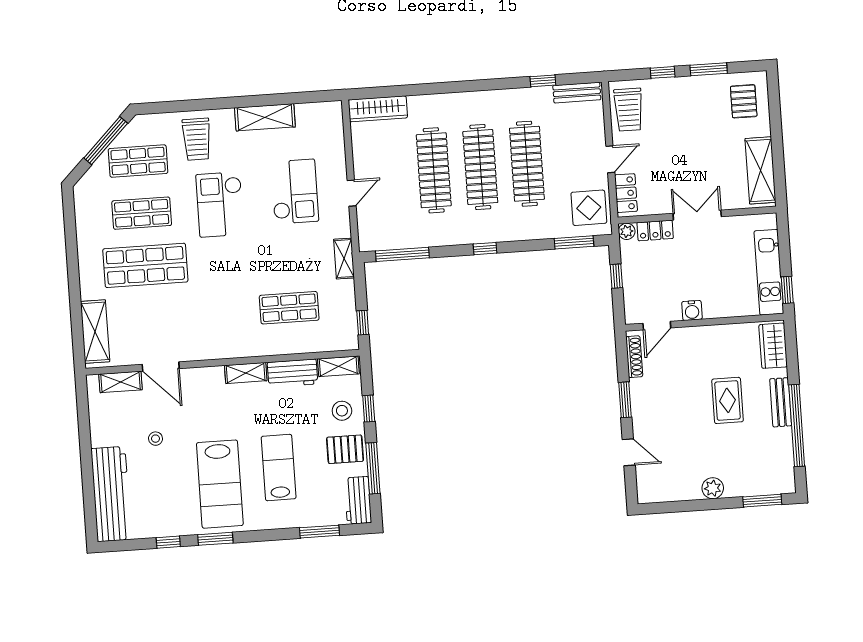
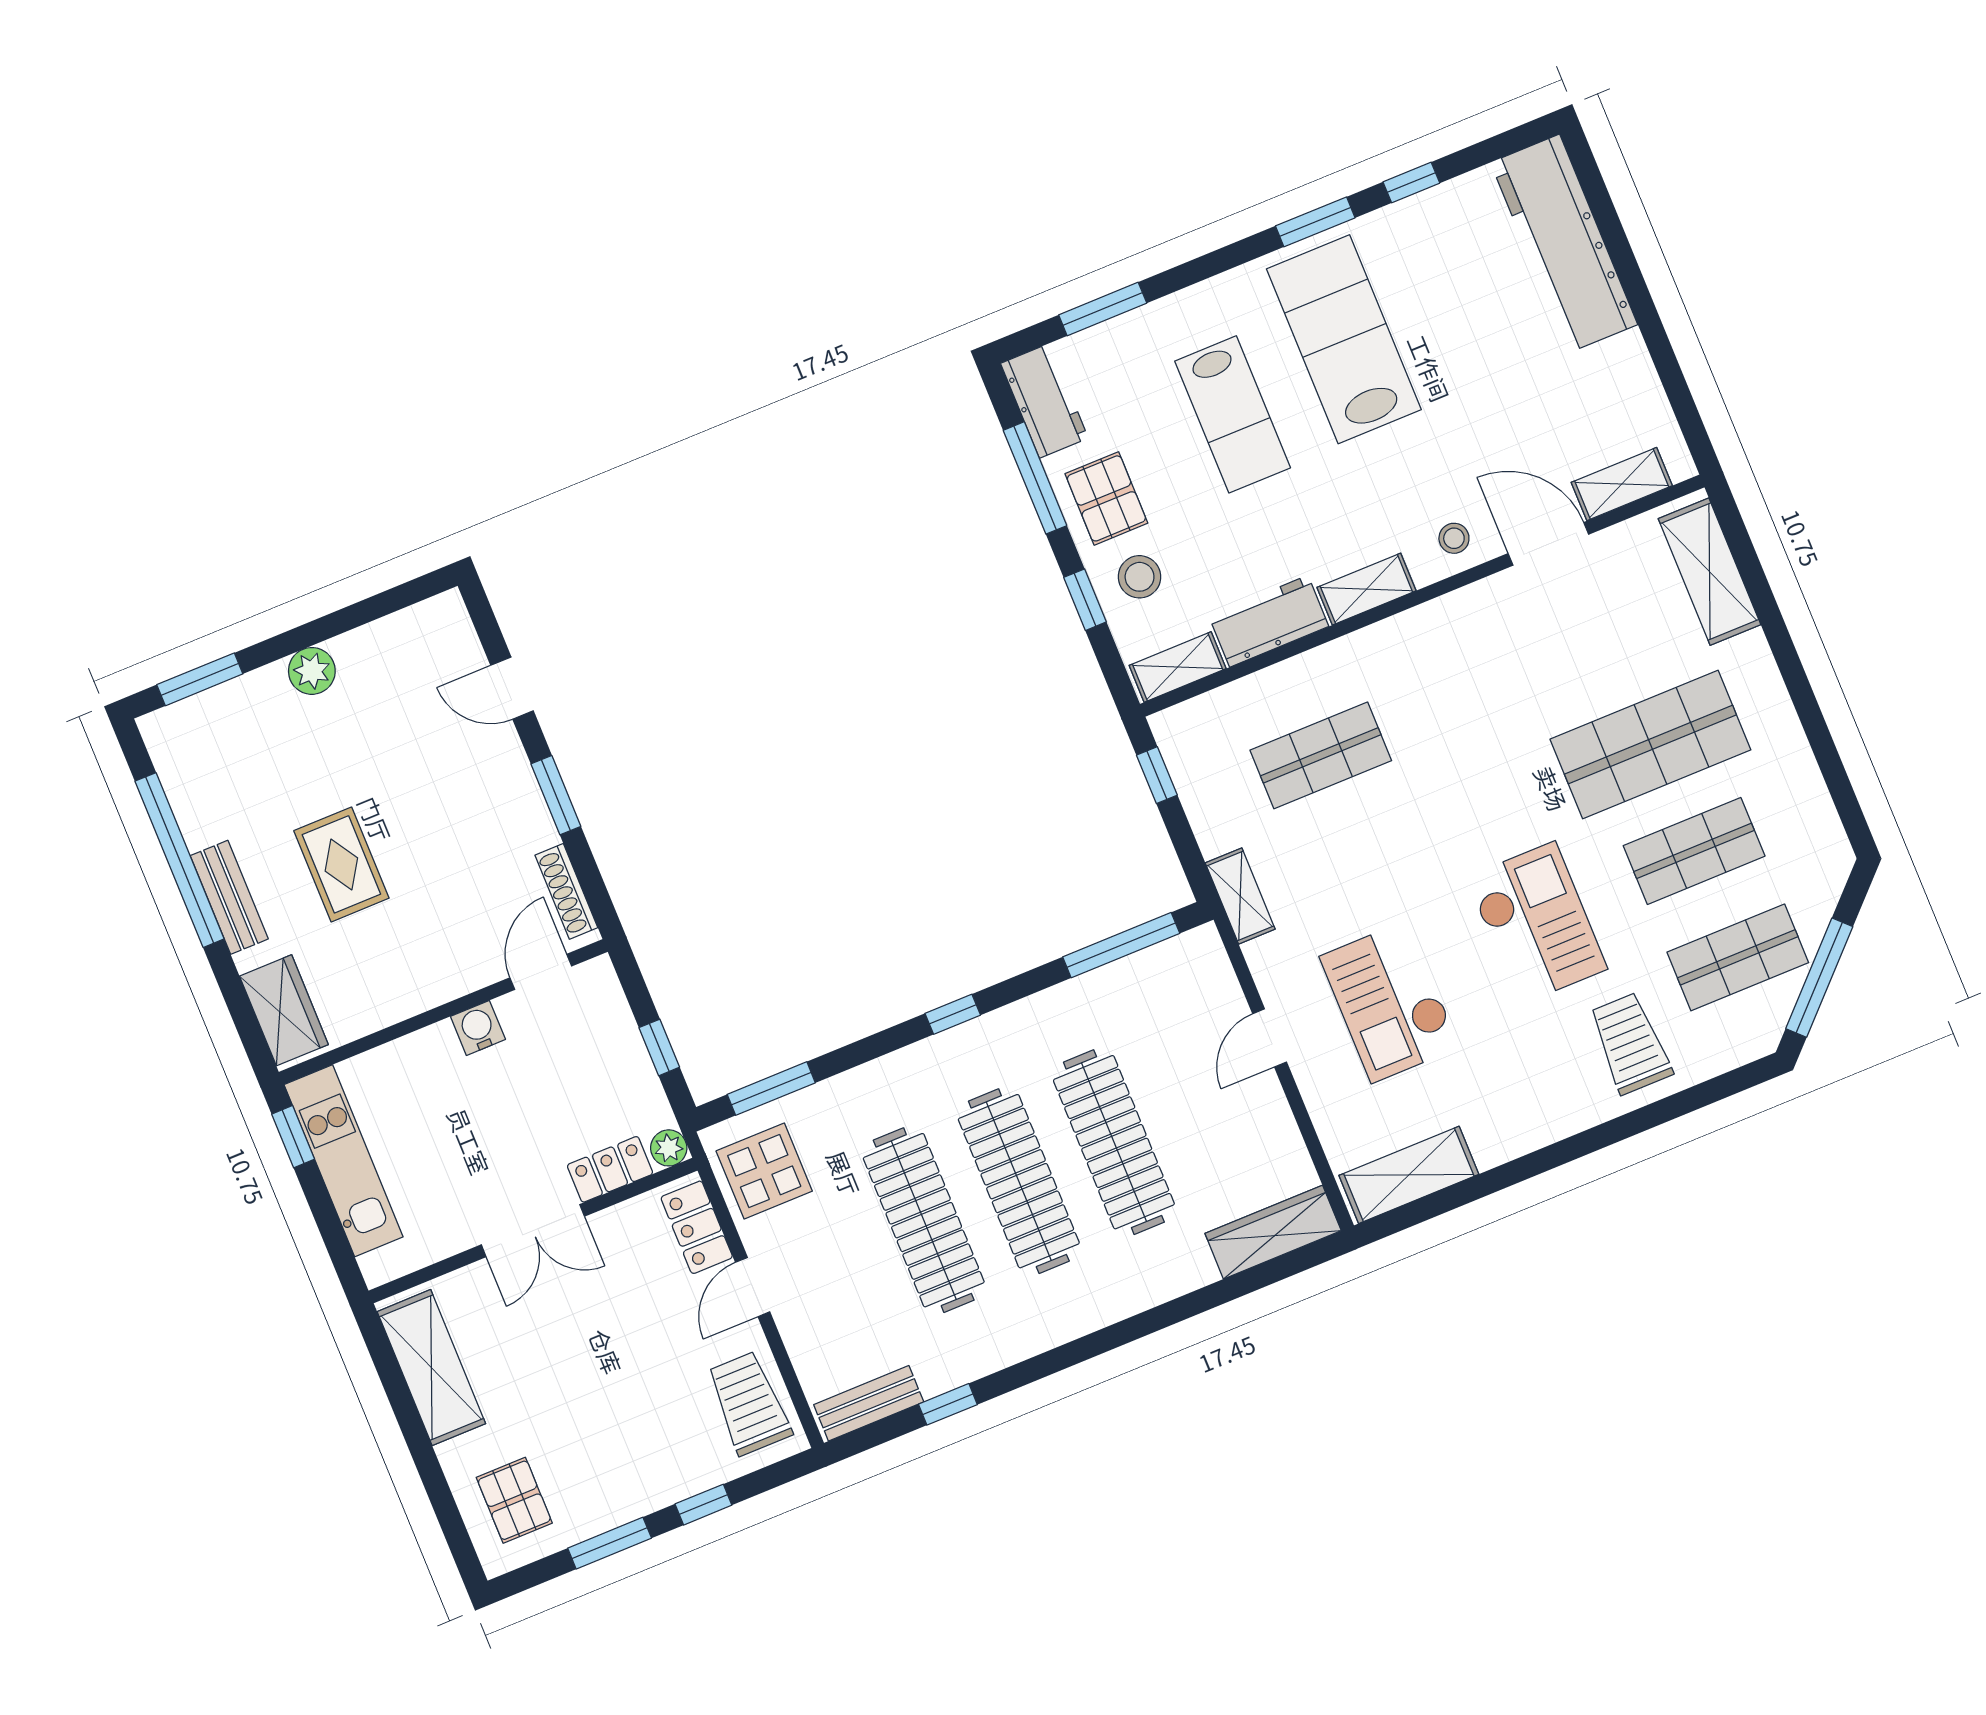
shelving: (265, 117) -> (1409, 1175), moved
stool: (156, 439) -> (1454, 538), moved
pallet: (345, 449) -> (1106, 498), turned 90

